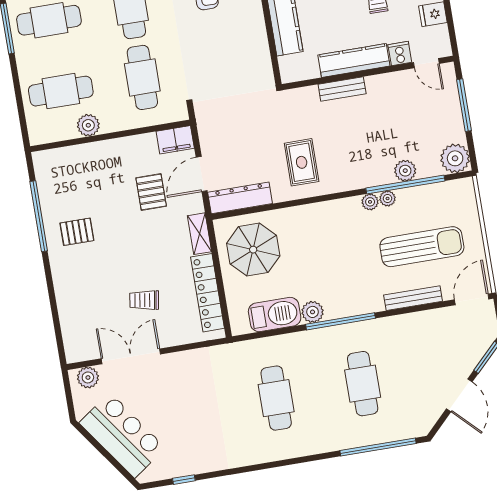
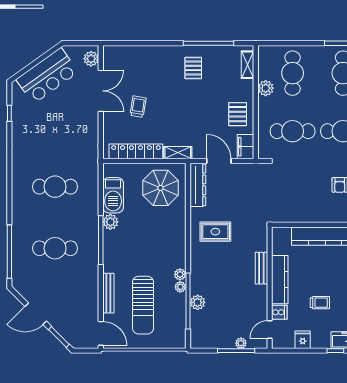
shelving: (60, 156) -> (247, 65), added
plant: (455, 158) -> (241, 343), moved, width x0.53, depth x0.53
pallet: (151, 192) -> (238, 114), moved, turned 90

